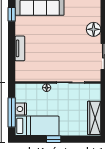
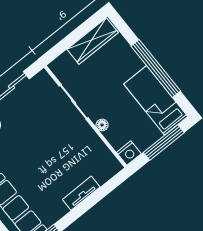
nightstand: (21, 109) -> (129, 153), moved
window: (54, 139) -> (156, 68), width x3.17

